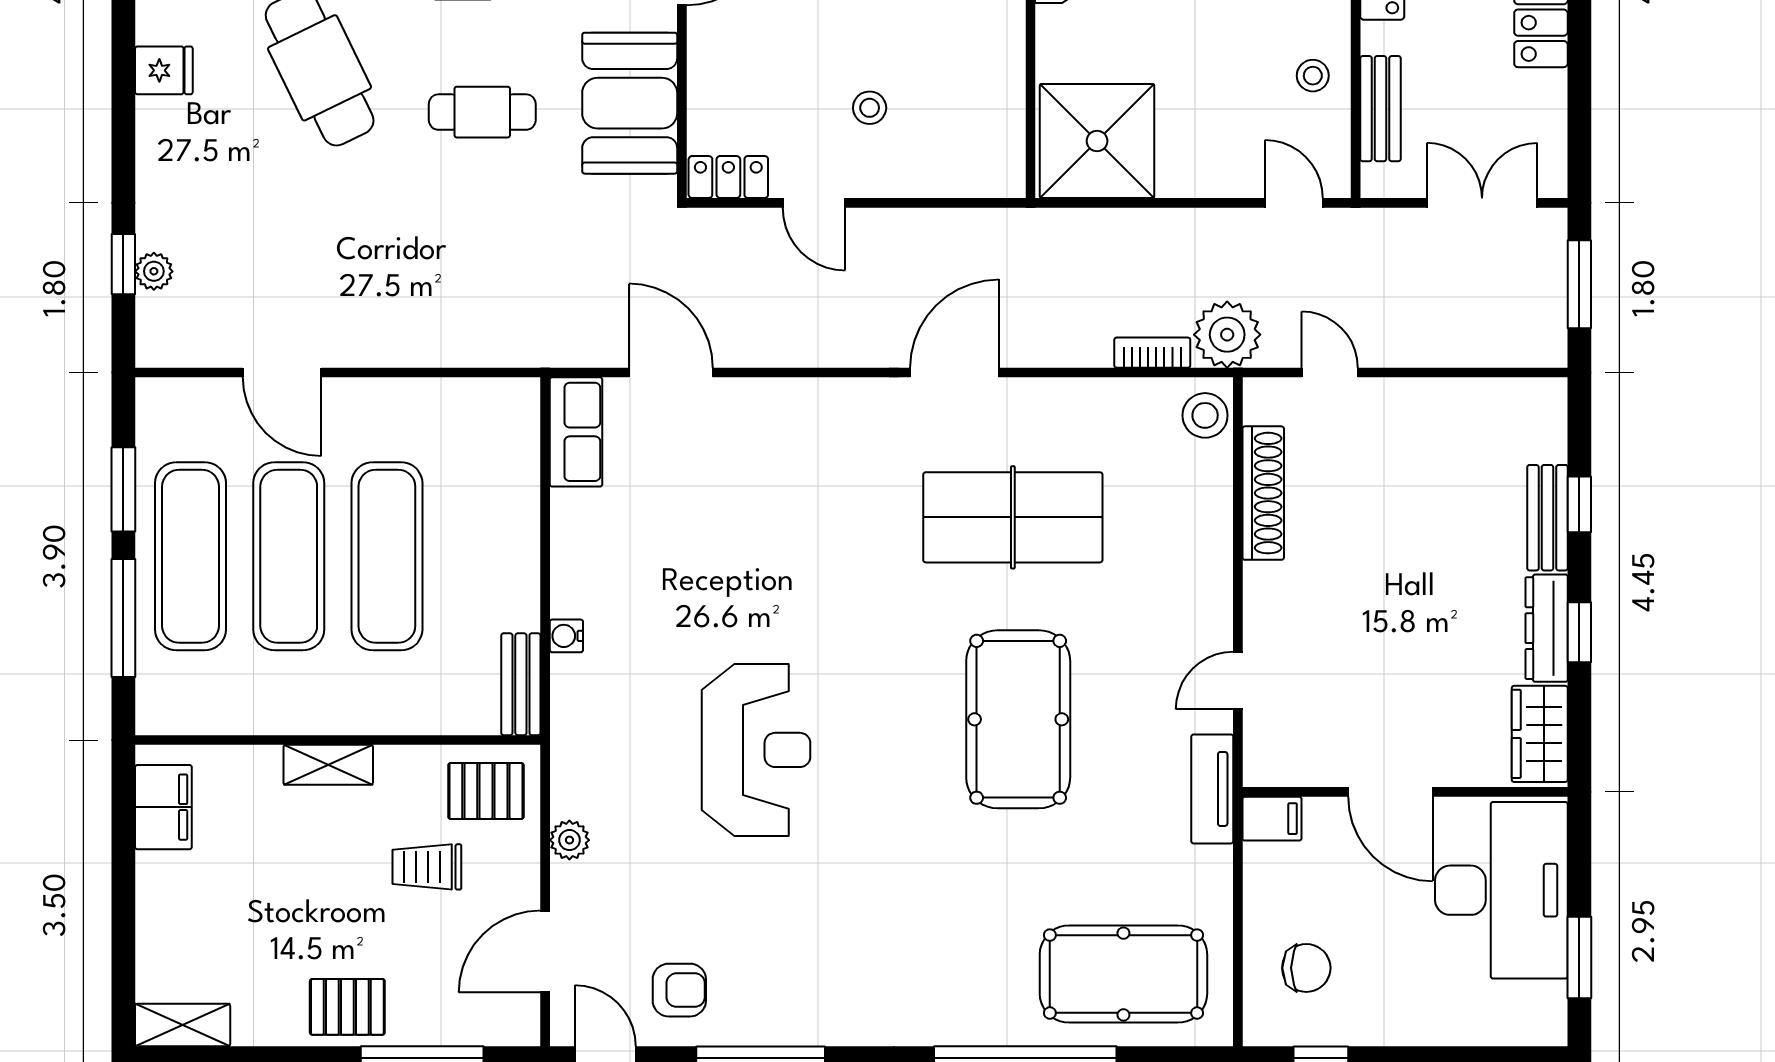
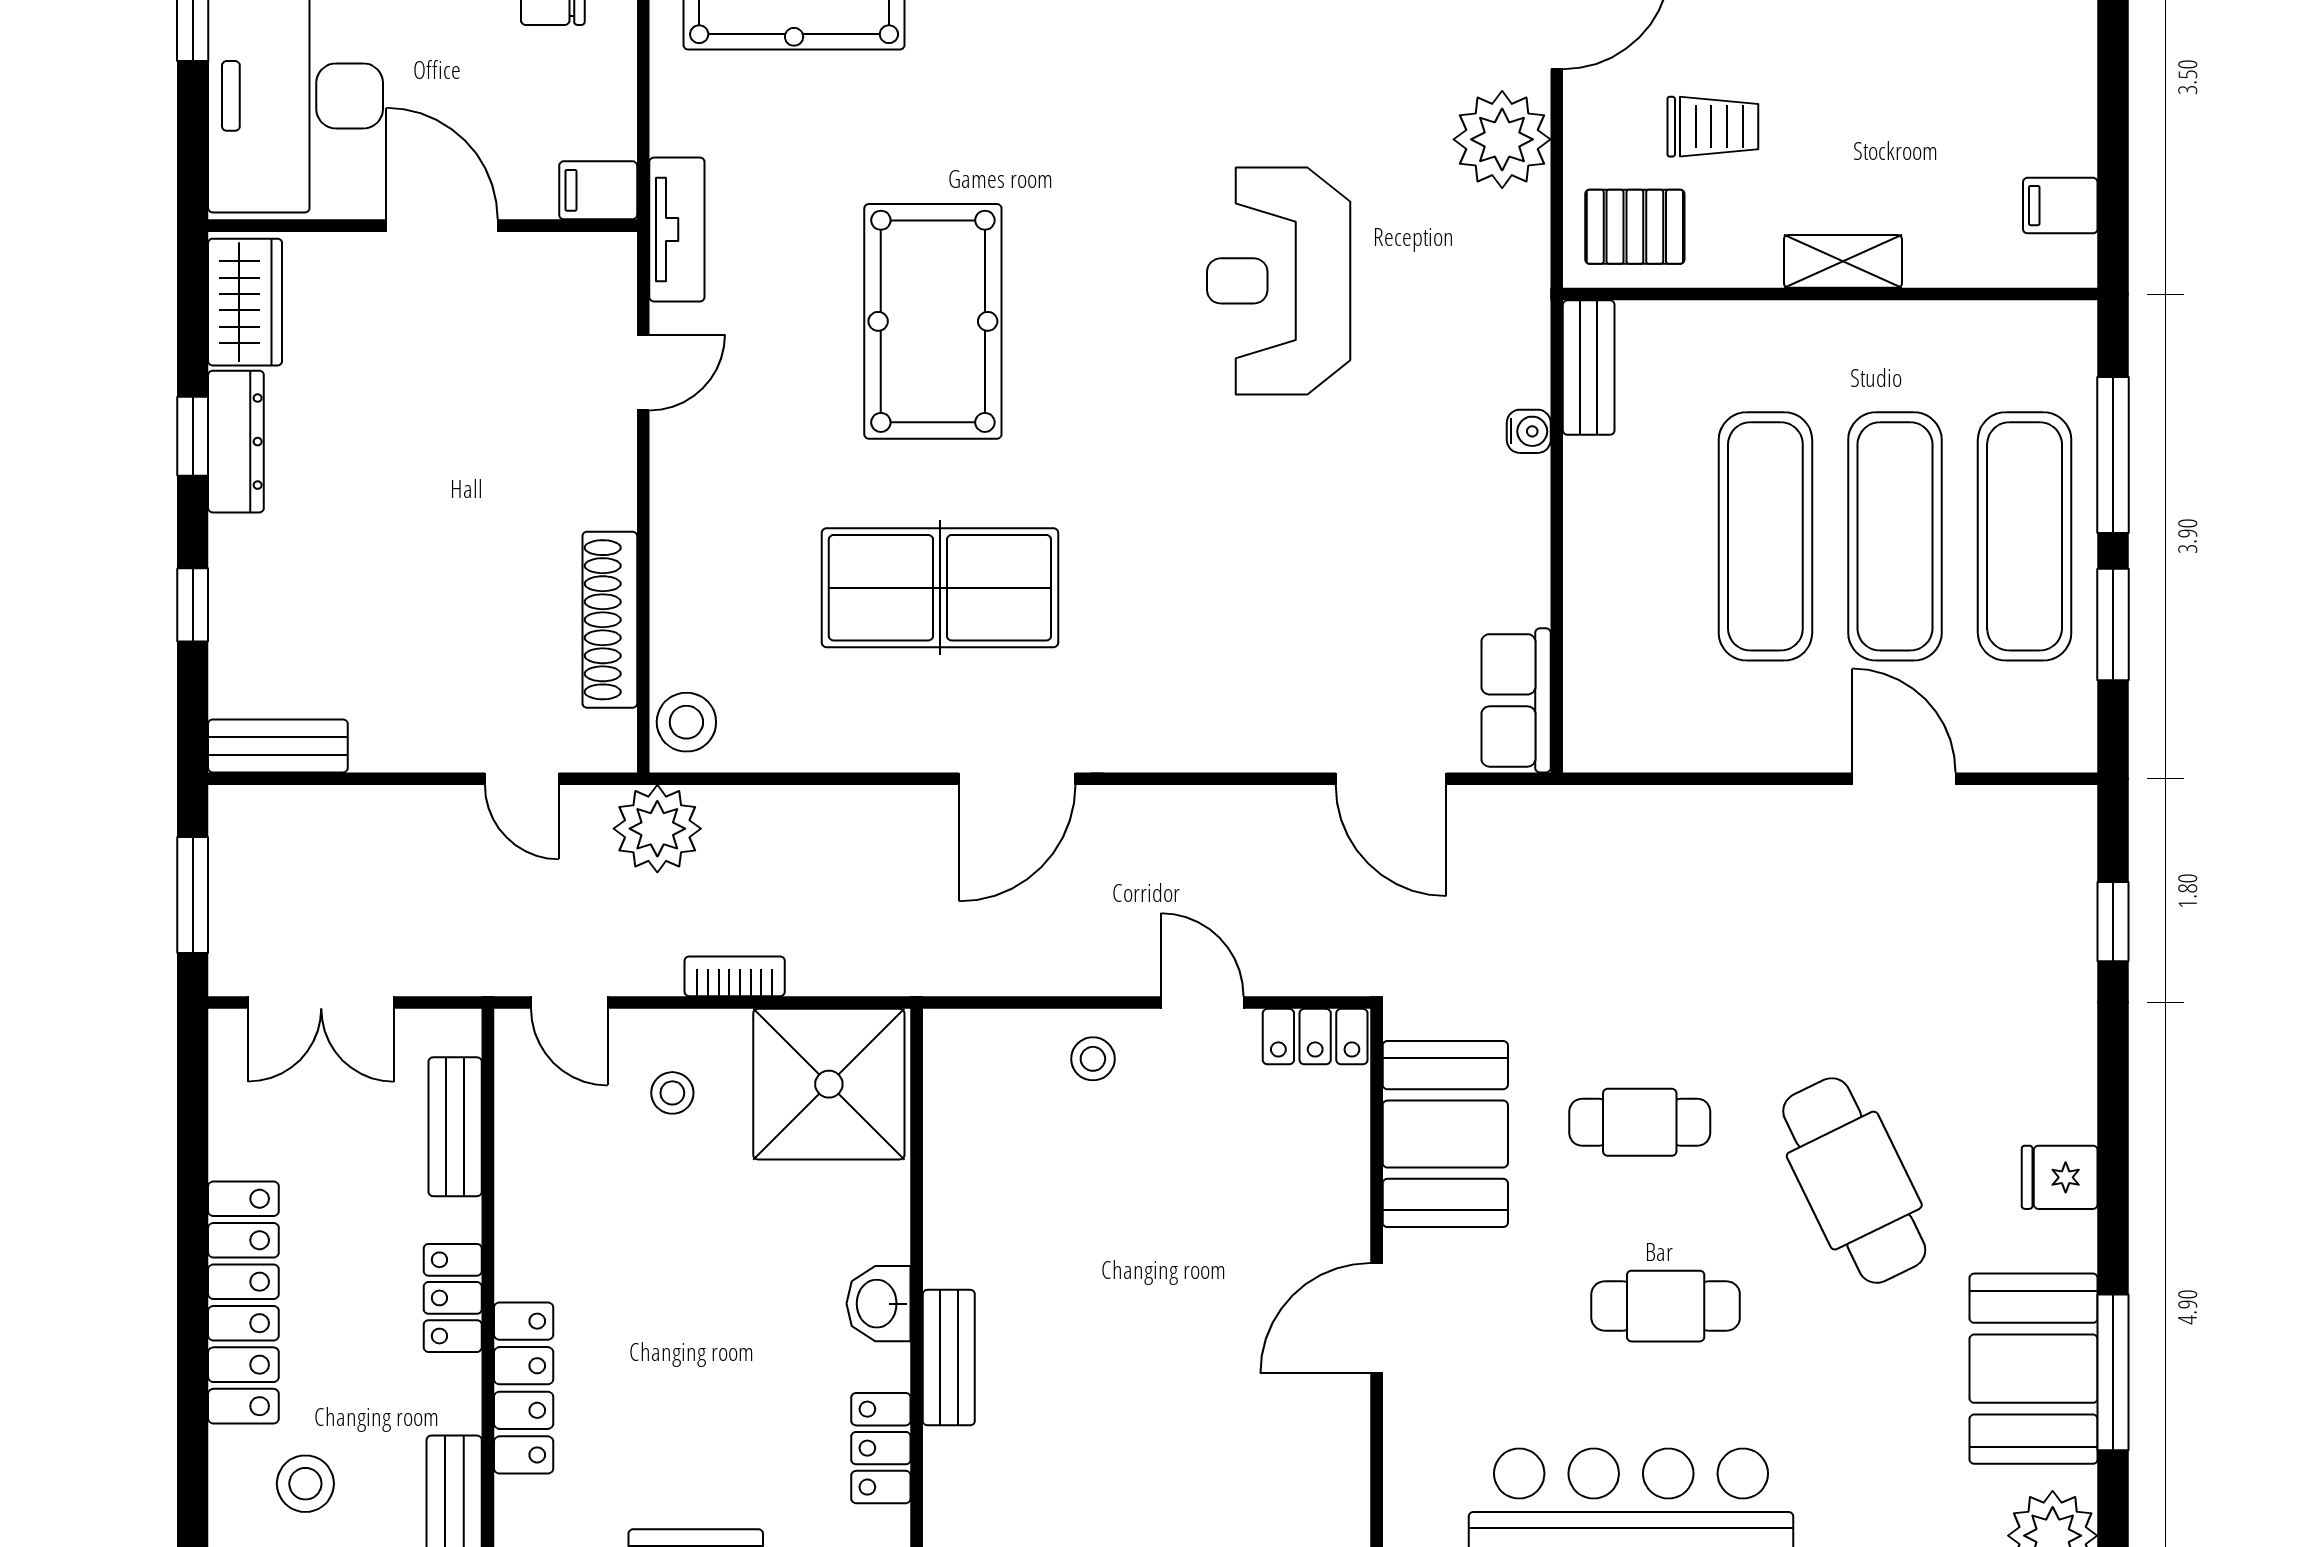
stool: (1313, 76) -> (672, 1093), moved
stool: (870, 108) -> (1093, 1059), moved
plant: (154, 271) -> (2073, 912), removed
bookcase: (1152, 353) -> (735, 976), moved, turned 180
bench: (1547, 518) -> (278, 746), moved, turned 90
filing cabinet: (163, 807) -> (2060, 206), width x0.50
plant: (569, 840) -> (1502, 139), width x1.87, depth x1.87

